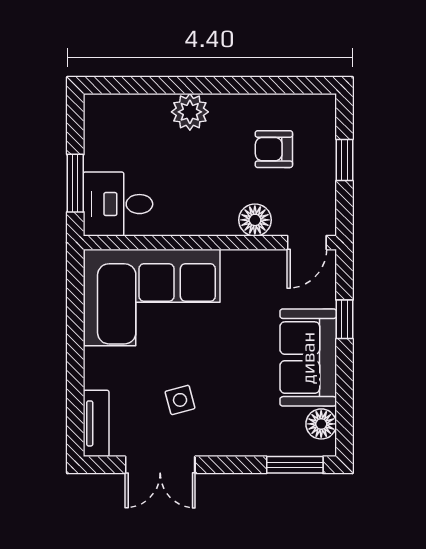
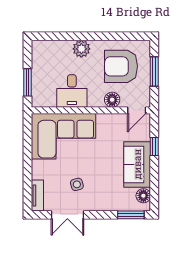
armchair: (274, 149) -> (121, 66), width x1.88, depth x1.88
window: (345, 160) -> (154, 71), width x1.50
desk: (118, 204) -> (72, 91), moved, turned -90

